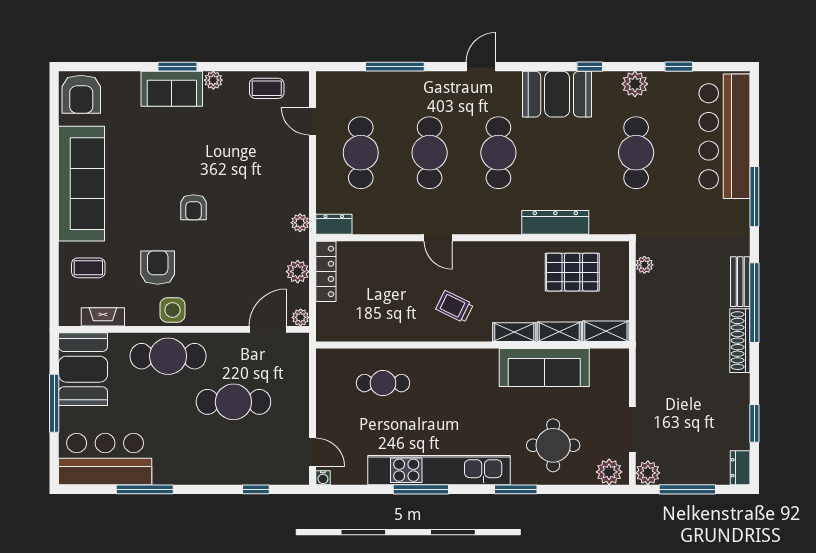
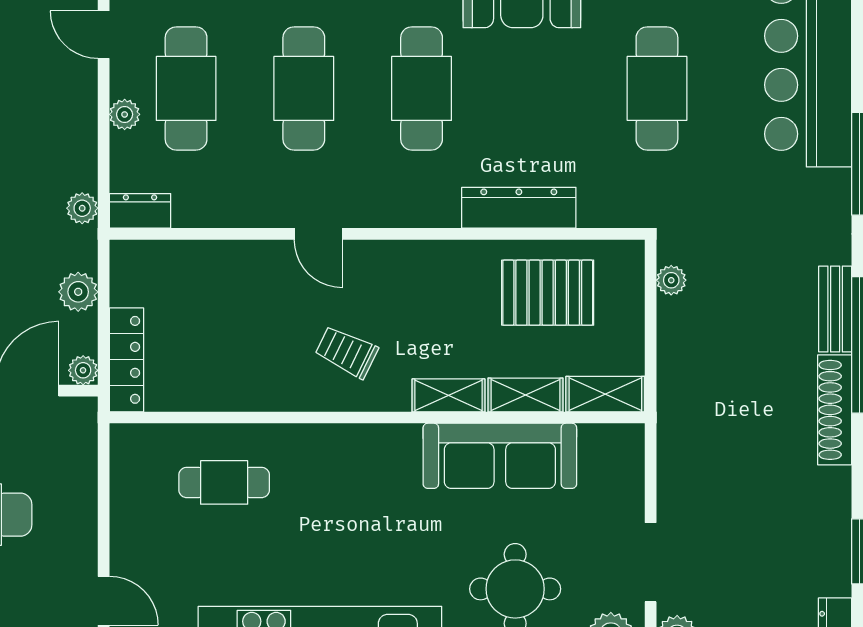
plant: (325, 168) -> (125, 114), added
locker: (326, 271) -> (126, 360), moved

